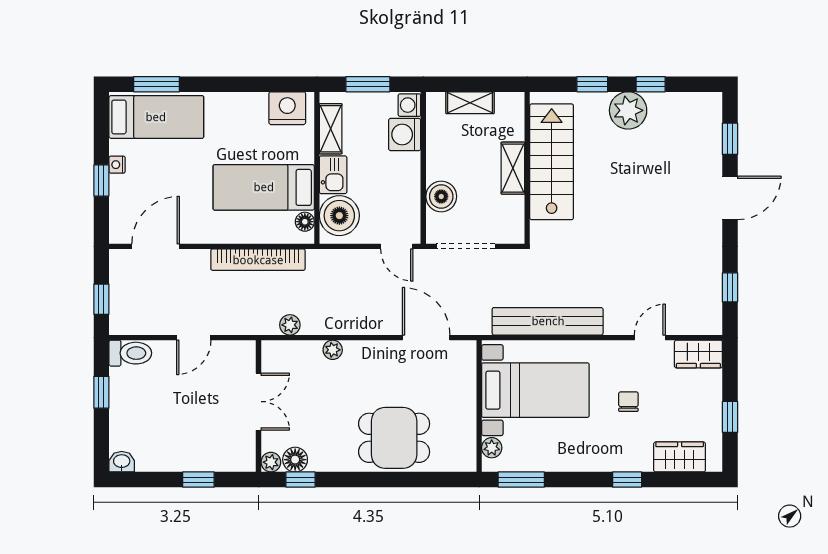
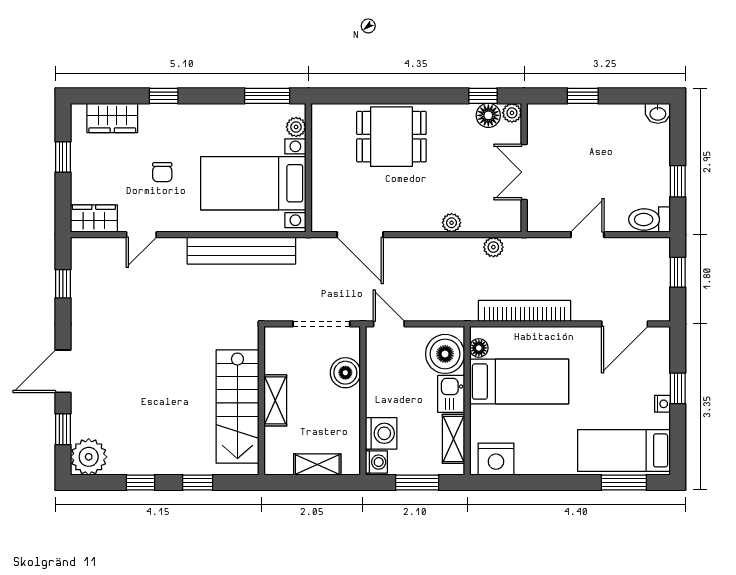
plant: (628, 110) -> (89, 457), moved

